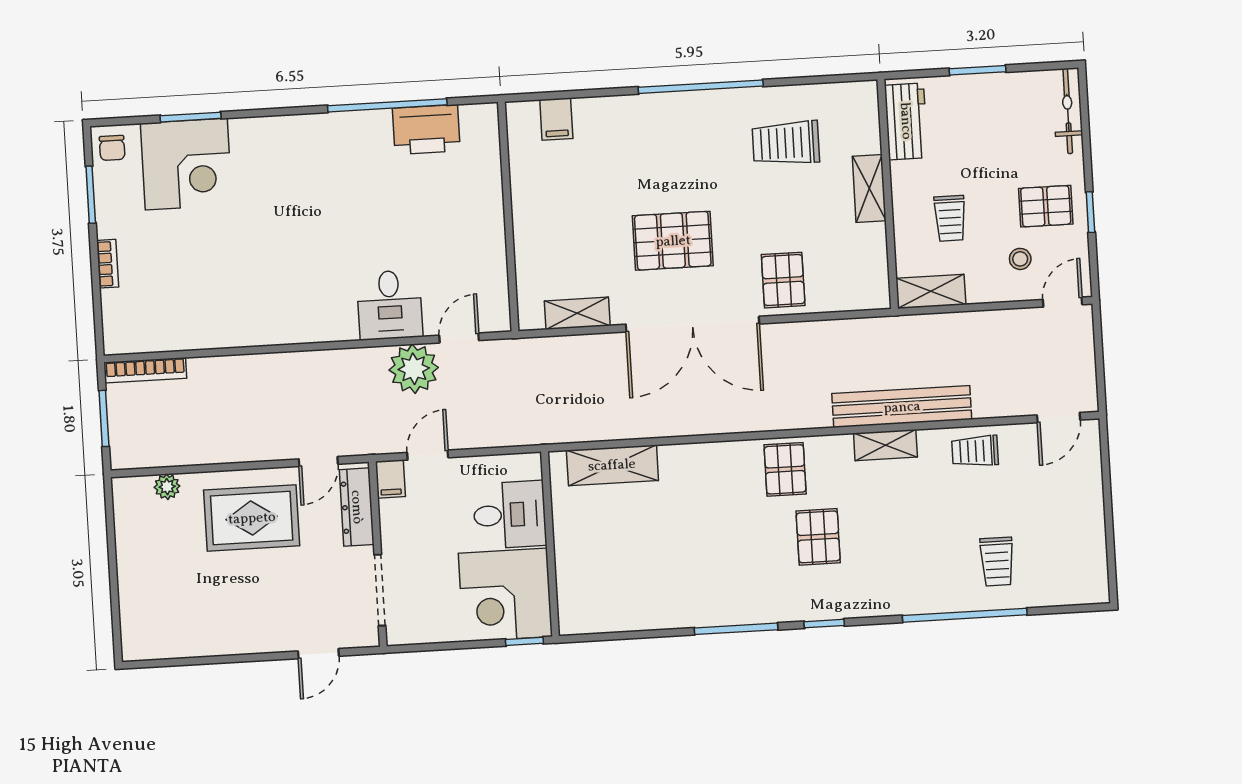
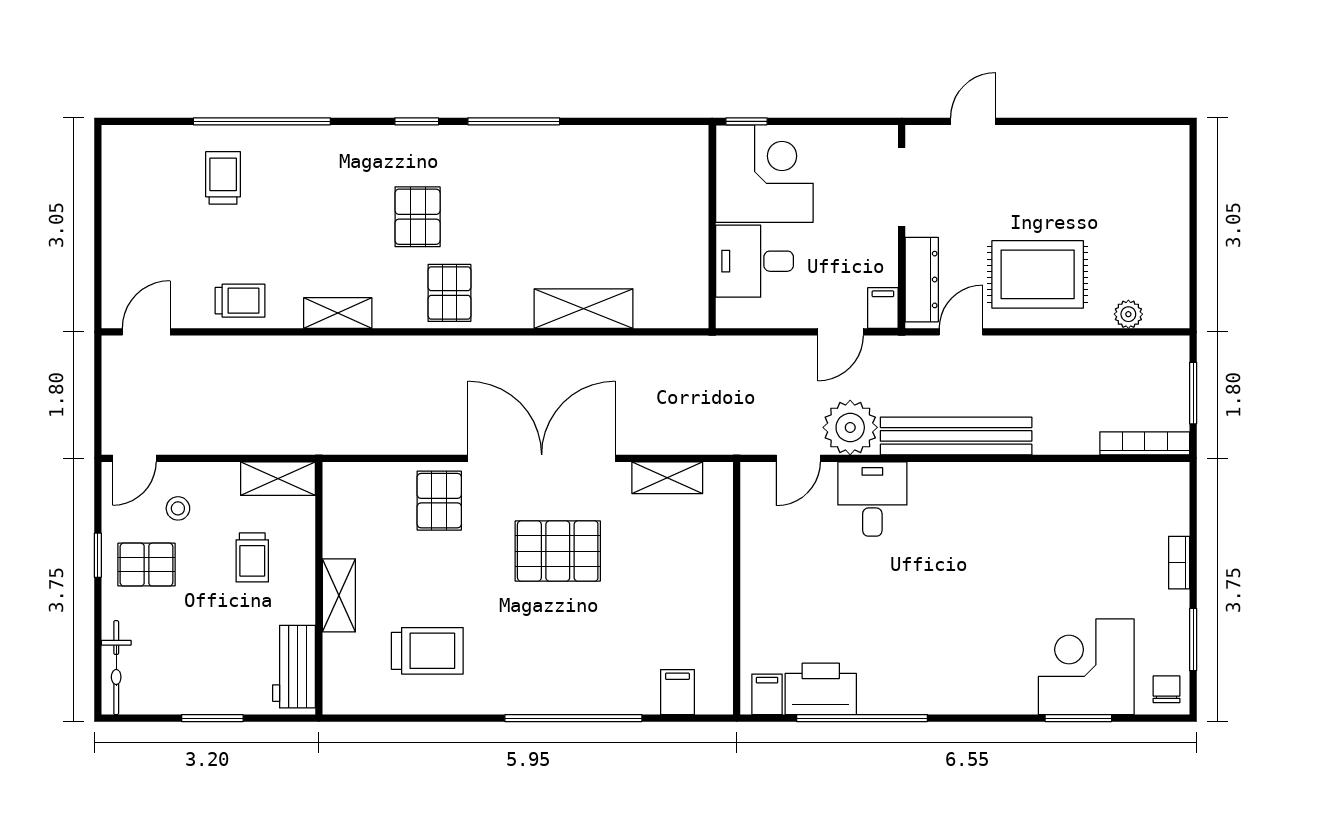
window: (701, 87) -> (573, 718), moved
filing cabinet: (475, 122) -> (767, 694), added
trolley: (950, 218) -> (252, 557), turned 180
bench: (902, 407) -> (956, 436), moved
shelving: (612, 465) -> (584, 309), moved

